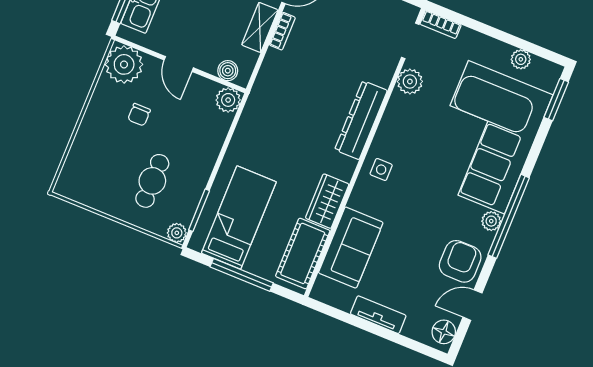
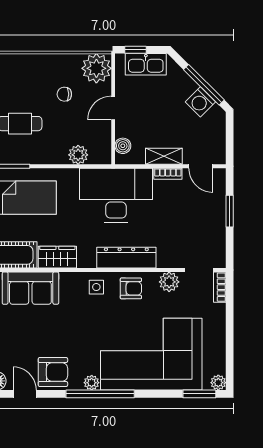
plant: (521, 59) -> (218, 383), moved
plant: (228, 100) -> (78, 155), moved
desk: (283, 102) -> (116, 195), added
armchair: (399, 130) -> (131, 288), added

